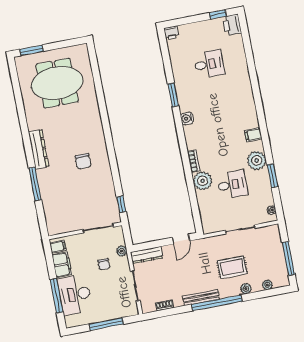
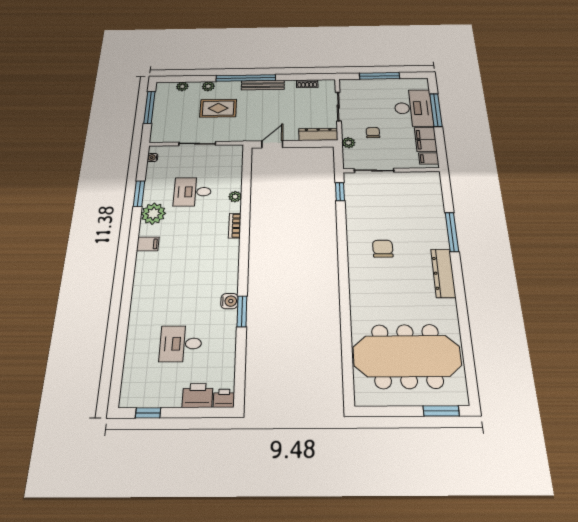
printer: (232, 25) -> (198, 395), moved, turned -90
meeting table: (57, 83) -> (407, 356), width x1.36
water cooler: (187, 118) -> (229, 301), moved
plant: (203, 181) -> (235, 197), width x0.53, depth x0.53

